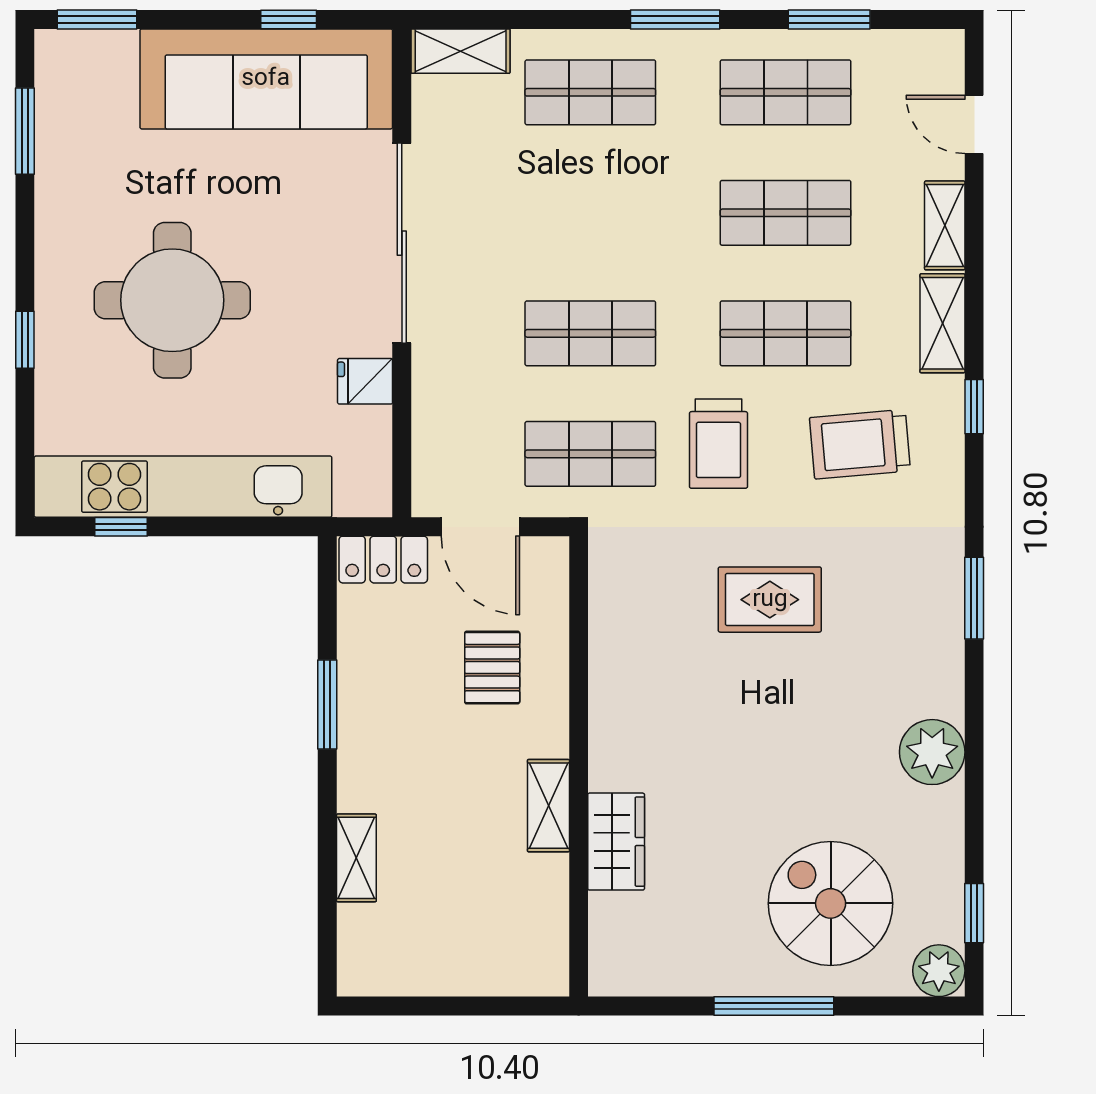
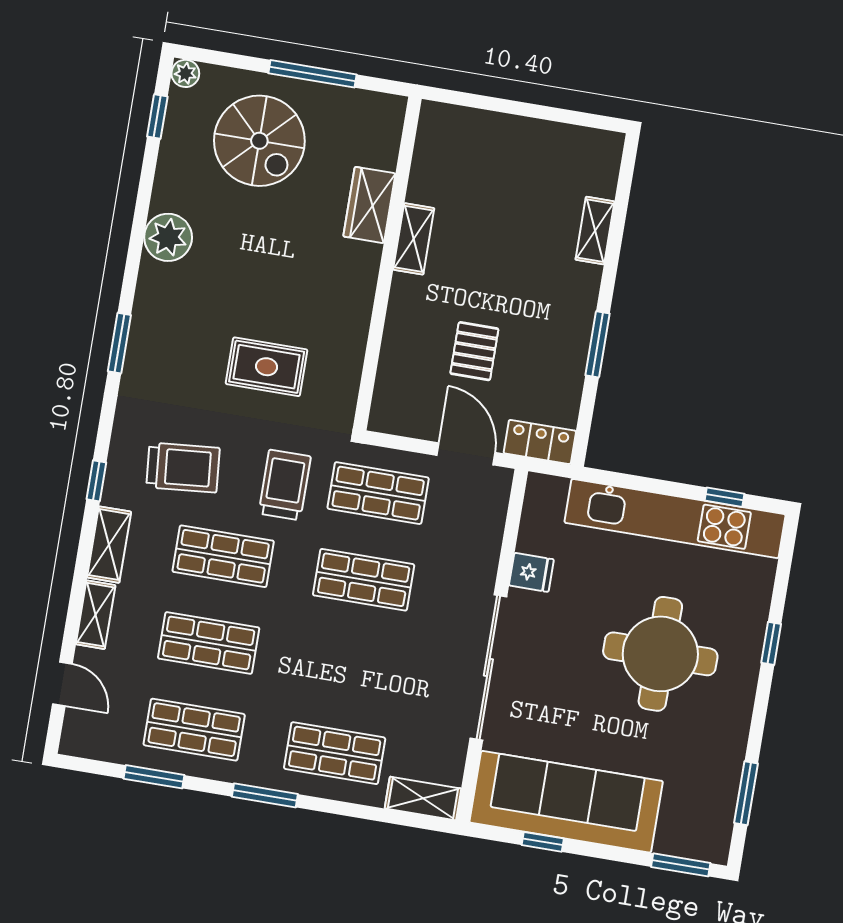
wall: (579, 766) -> (387, 264), moved
shelving: (548, 806) -> (414, 239), moved
wardrobe: (616, 842) -> (369, 205), moved
plant: (939, 971) -> (185, 73), width x0.73, depth x0.73

